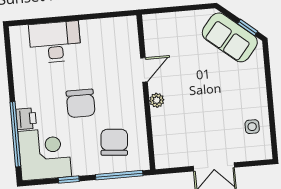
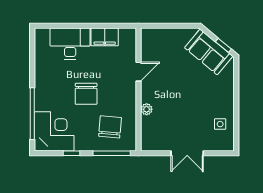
filing cabinet: (98, 30) -> (105, 37), added
plant: (157, 100) -> (147, 109), moved
printer: (26, 119) -> (42, 102), removed

